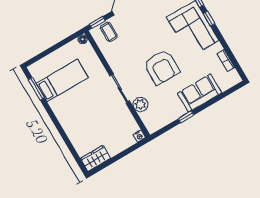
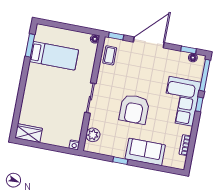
coffee table: (109, 32) -> (110, 55), moved
plant: (140, 104) -> (93, 135), moved

